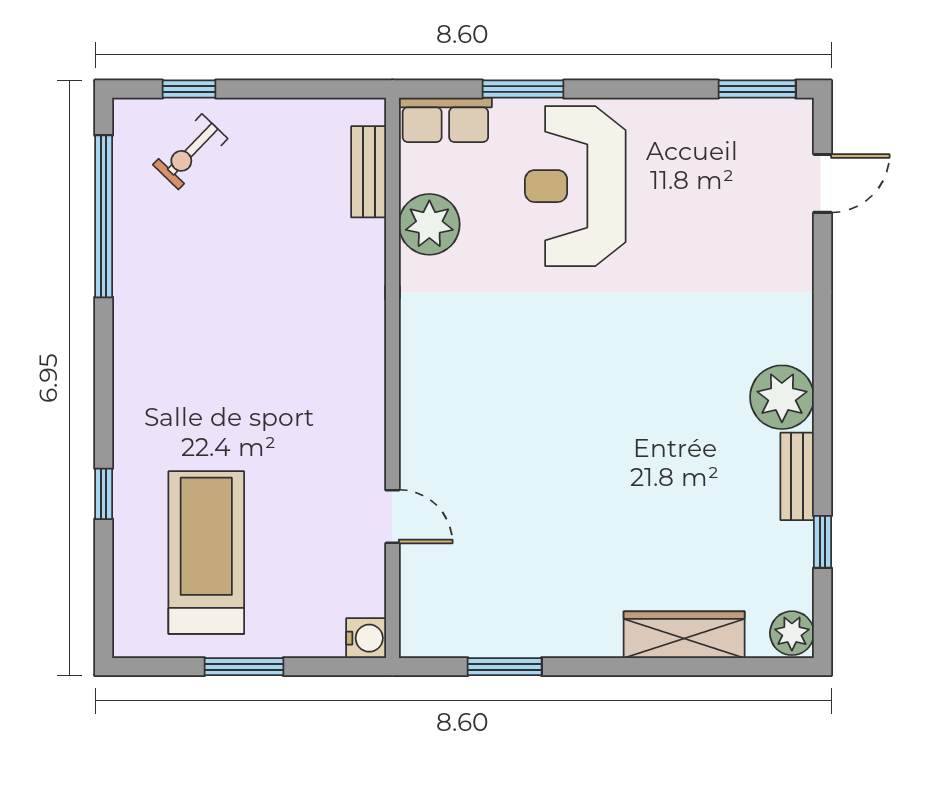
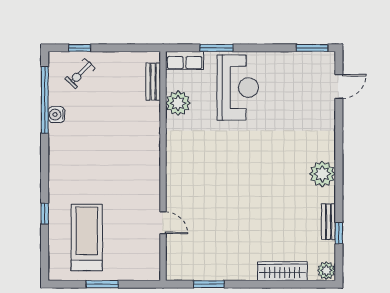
reception desk: (575, 186) -> (238, 88), turned 180
bench: (797, 476) -> (328, 222), moved
water cooler: (366, 638) -> (56, 115), moved, turned 180

